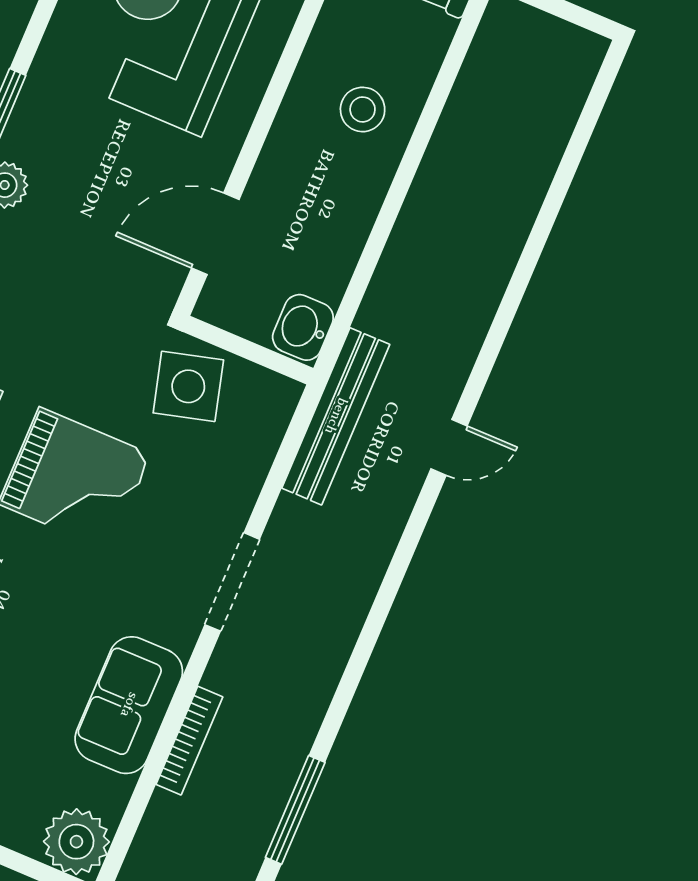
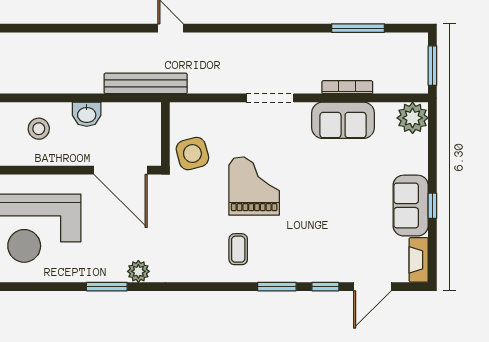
door: (215, 234) -> (121, 170), width x1.36
washbasin: (303, 327) -> (87, 114), moved
bench: (336, 416) -> (146, 83), moved

